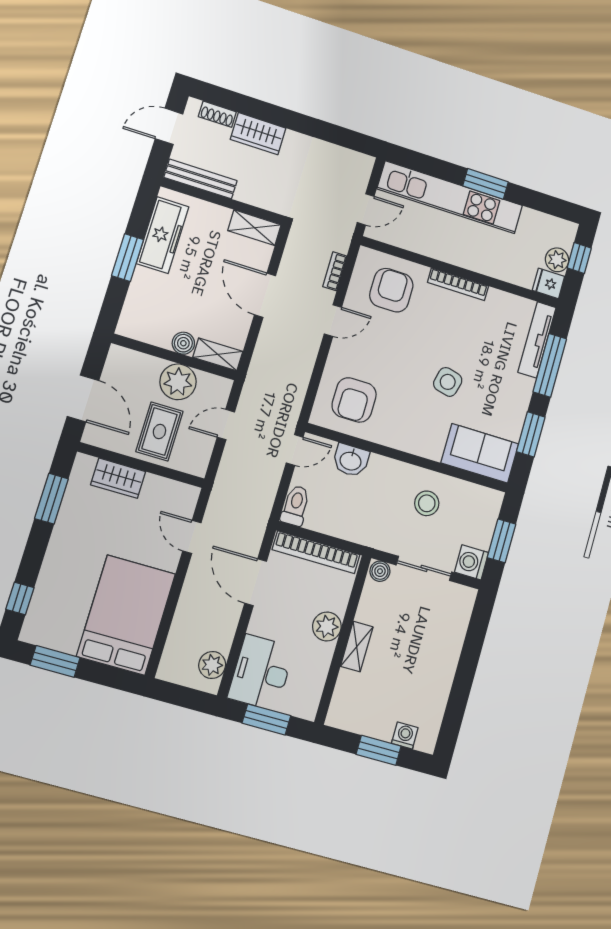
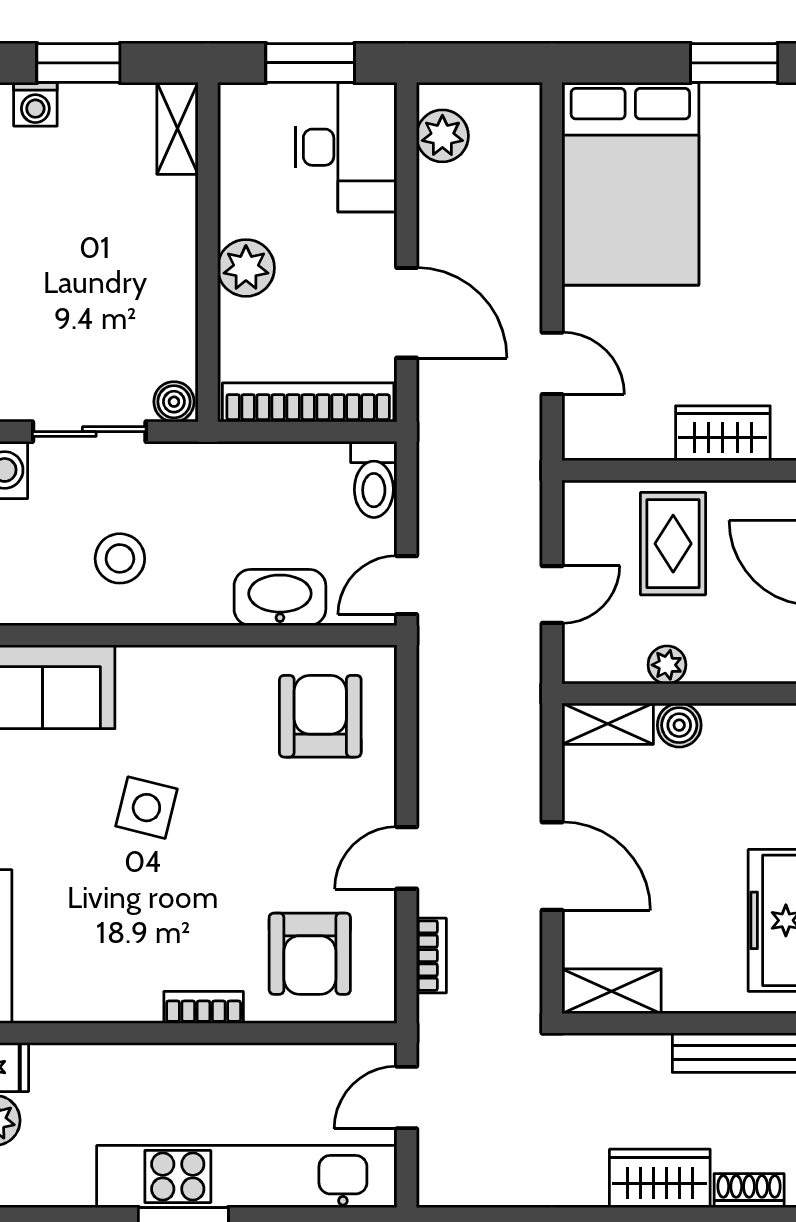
bookcase: (458, 284) -> (204, 1007), width x0.64
plant: (178, 382) -> (667, 665), width x0.53, depth x0.53
washbasin: (351, 460) -> (280, 597), width x1.38
shelving: (357, 646) -> (177, 128), moved

